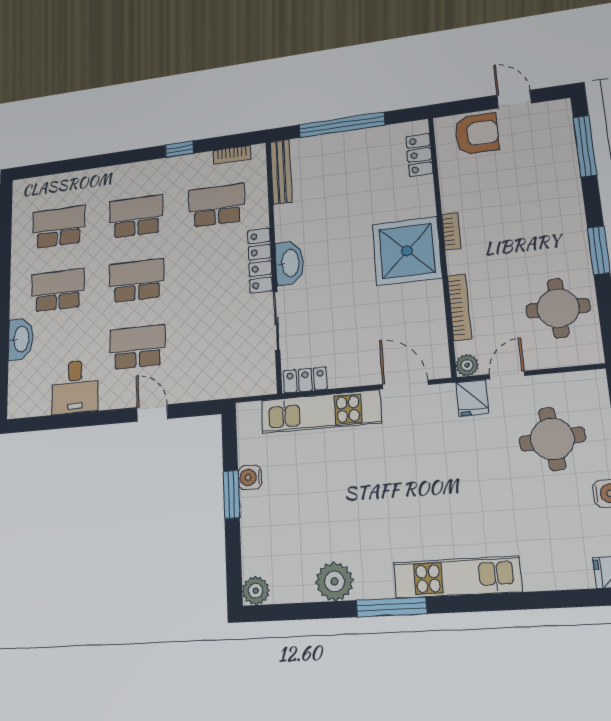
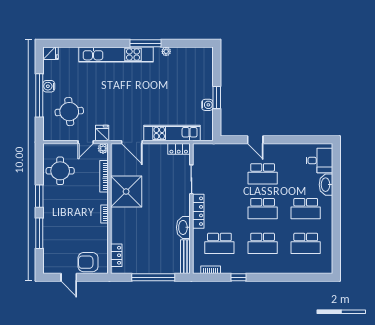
window: (585, 146) -> (39, 233), moved
shower: (407, 251) -> (126, 192), moved
washbasin: (290, 263) -> (183, 227), moved
desk: (75, 387) -> (319, 161), moved, turned 90
kitchen unit: (457, 577) -> (116, 54), width x1.36
plant: (334, 581) -> (166, 51), width x0.53, depth x0.53
plant: (256, 591) -> (207, 53), removed

